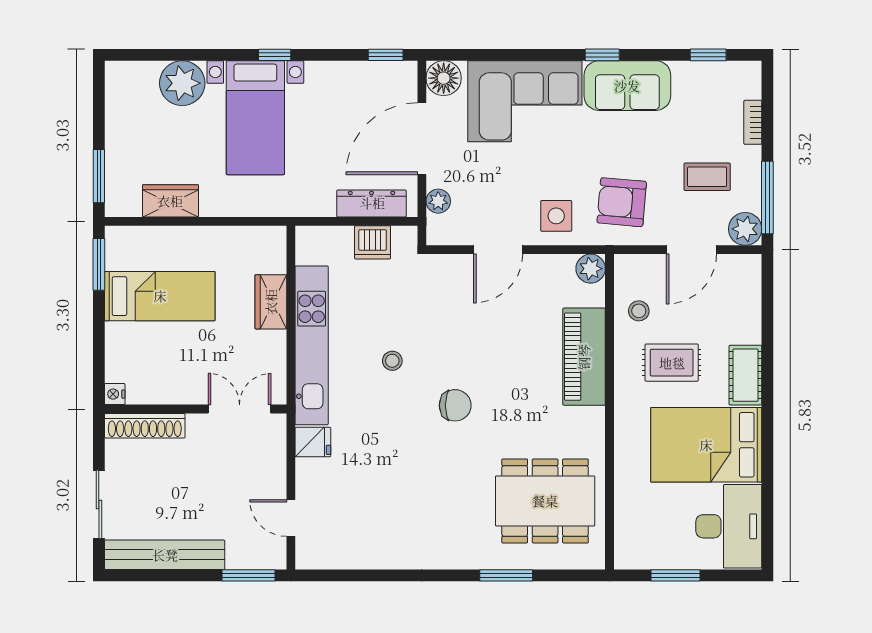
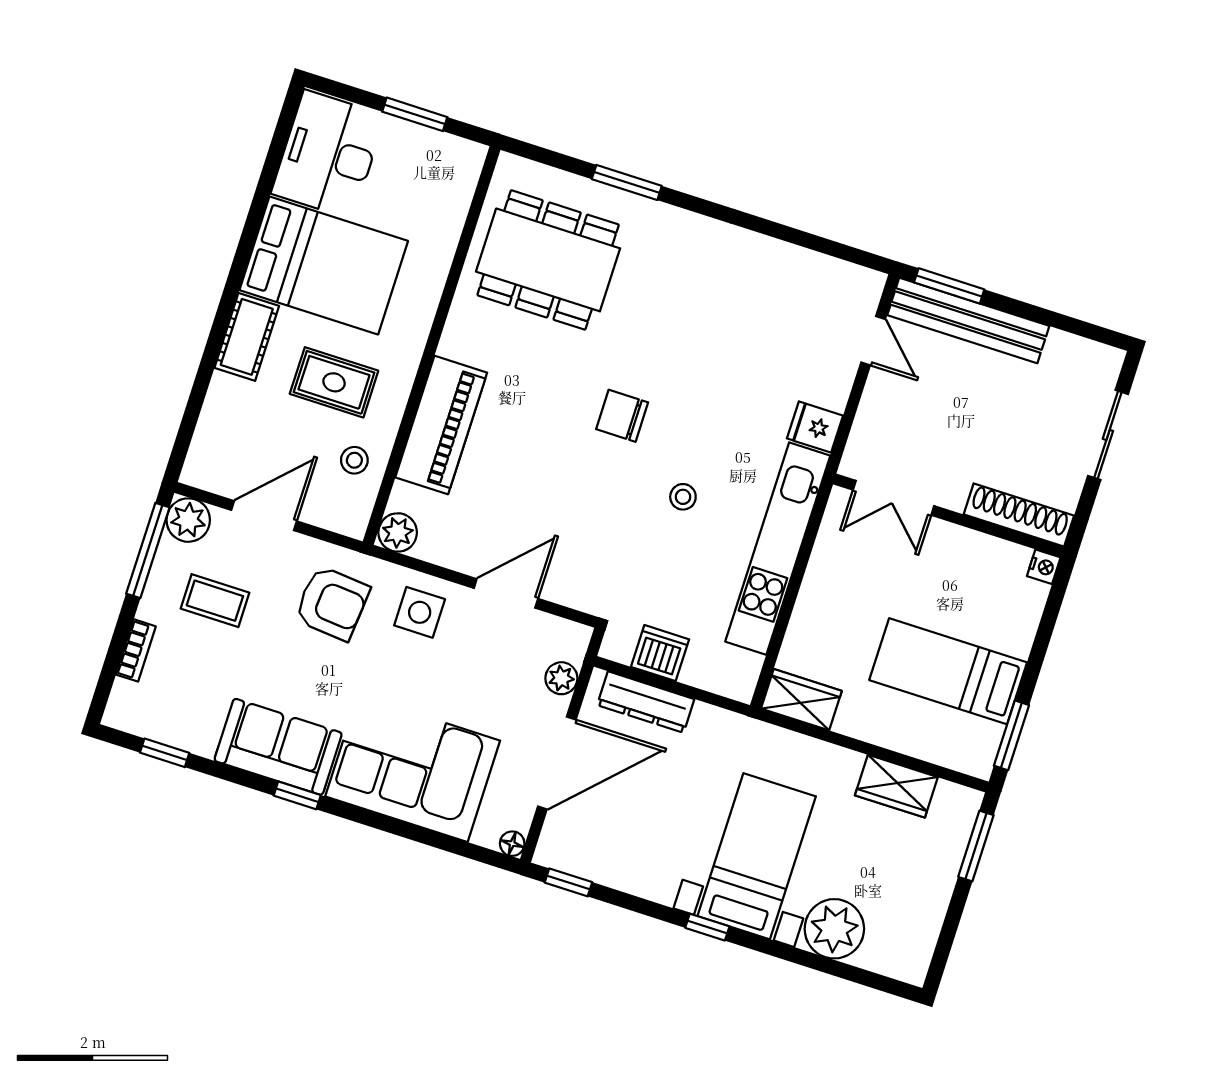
floor lamp: (444, 78) -> (512, 844), width x0.53, depth x0.53
wardrobe: (271, 302) -> (801, 700), moved, turned -90
bench: (165, 555) -> (968, 321), moved

